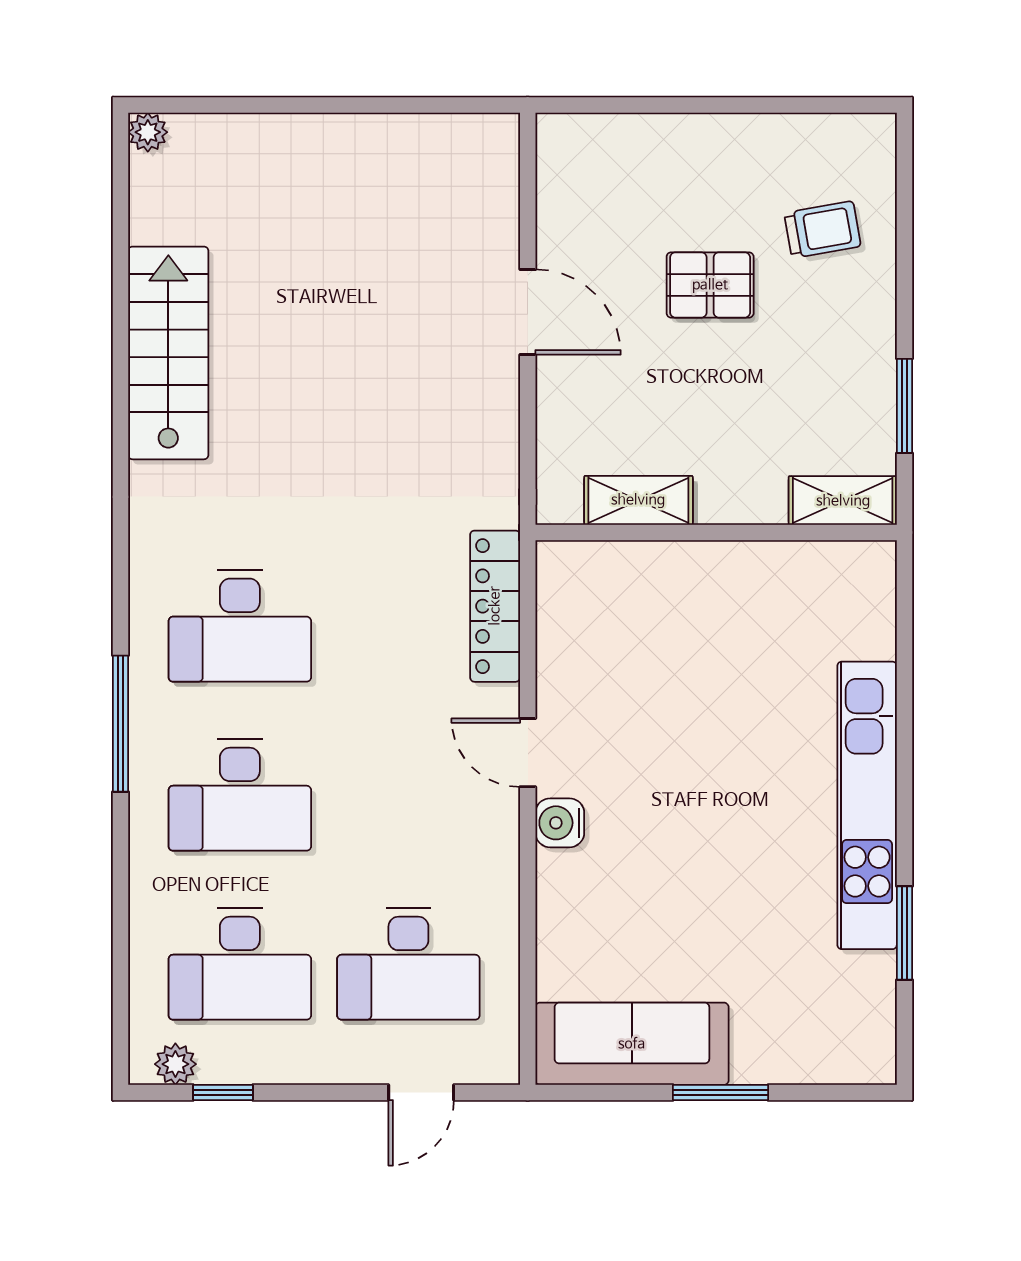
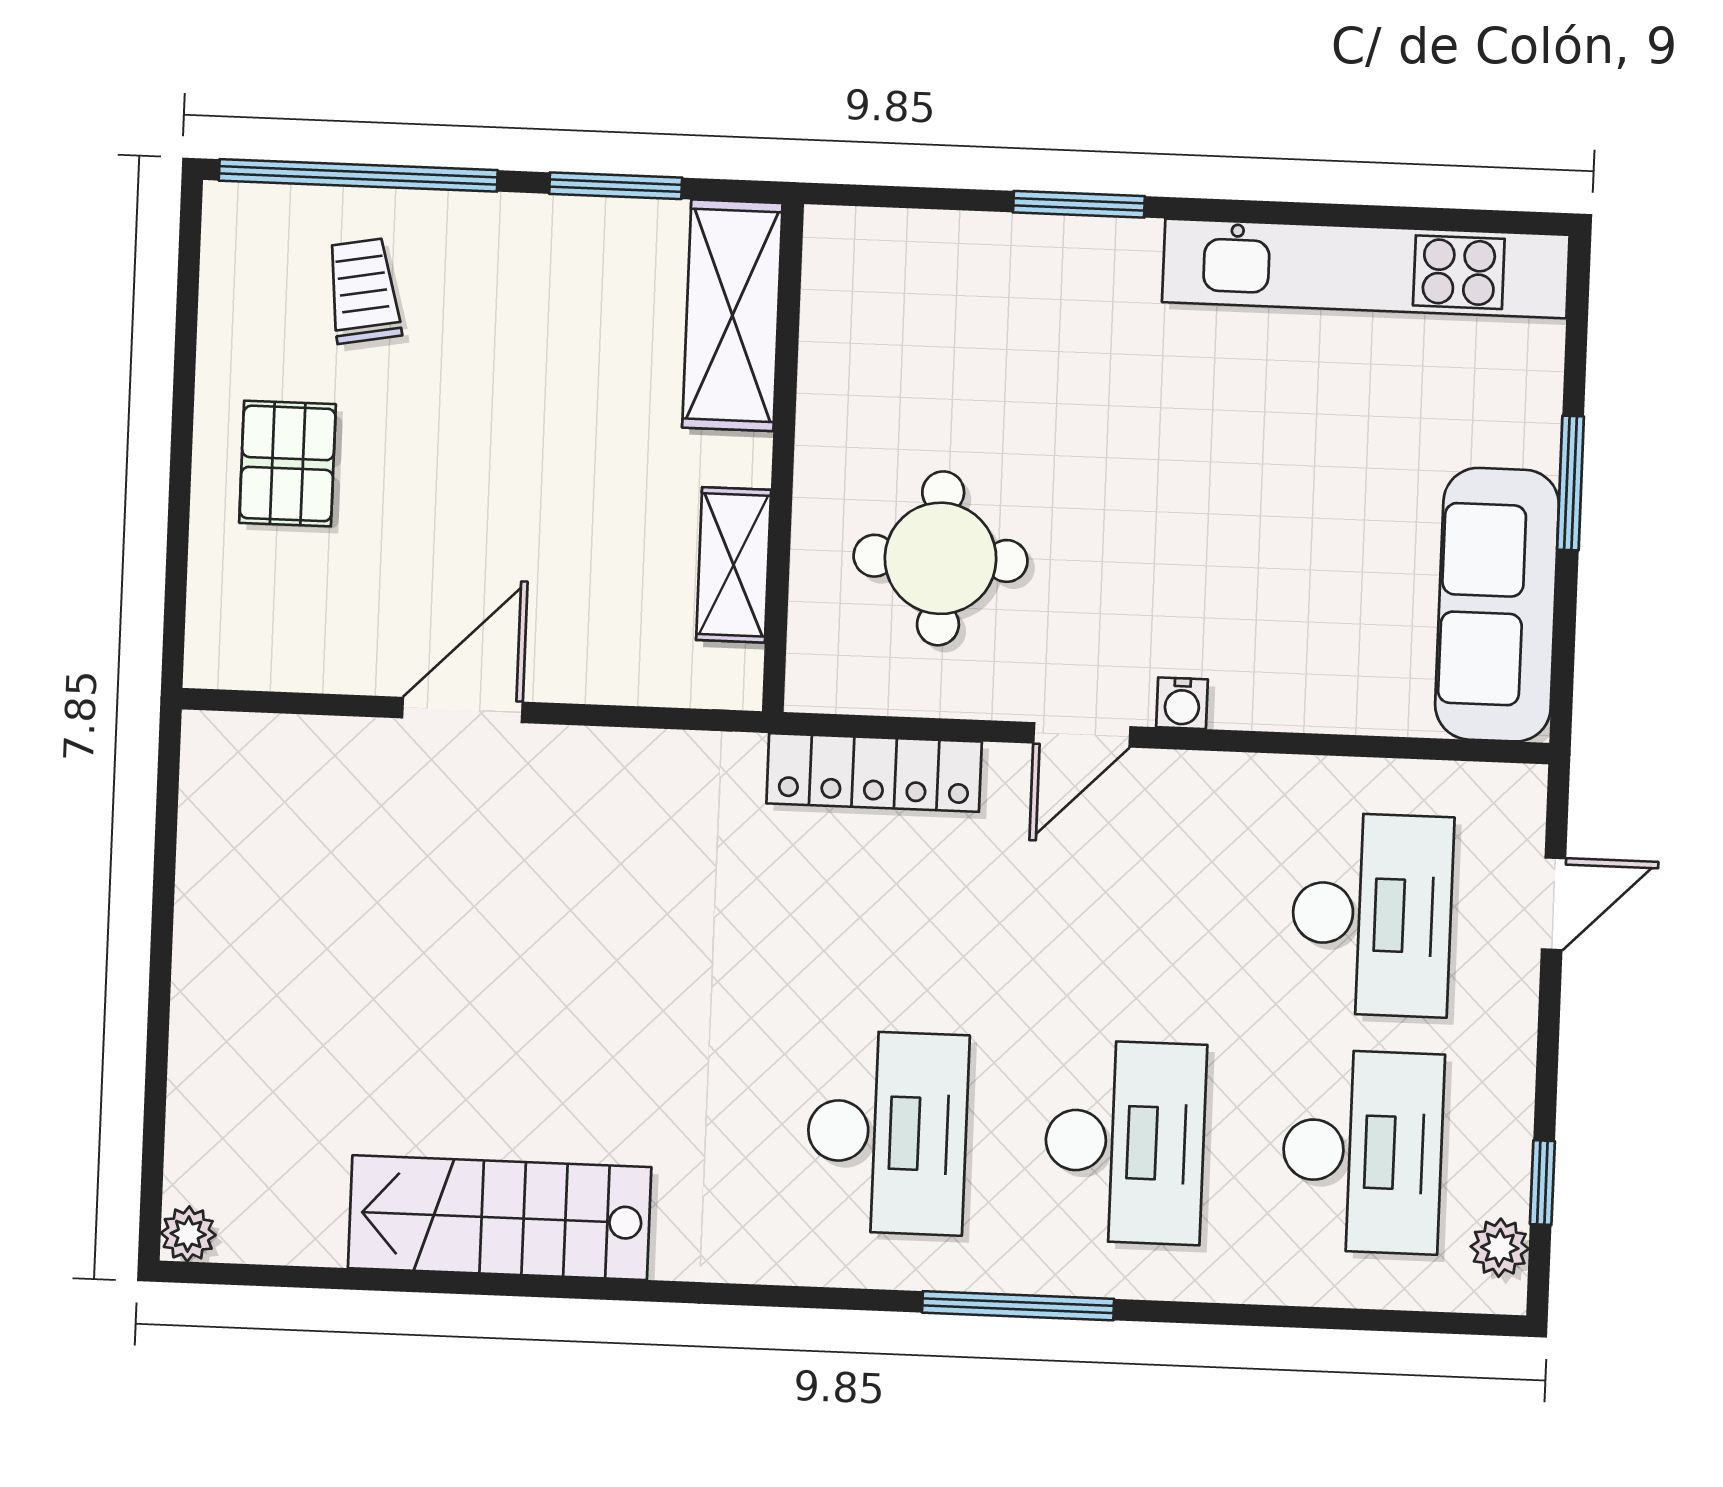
window: (904, 223) -> (358, 175), added
pallet: (710, 285) -> (288, 463), moved
shelving: (843, 501) -> (732, 315), width x1.50, depth x1.33
round table: (649, 647) -> (941, 558), added
kitchen unit: (867, 805) -> (1366, 268), moved
water cooler: (560, 823) -> (1182, 703), width x0.72, depth x0.72
window: (904, 933) -> (1079, 204), moved
door: (421, 1092) -> (1554, 904), hinge flipped

